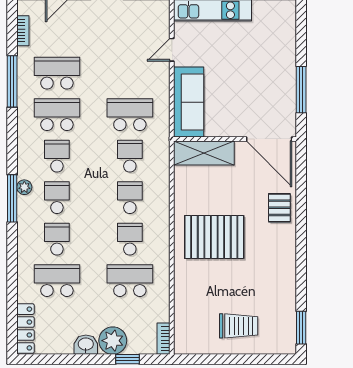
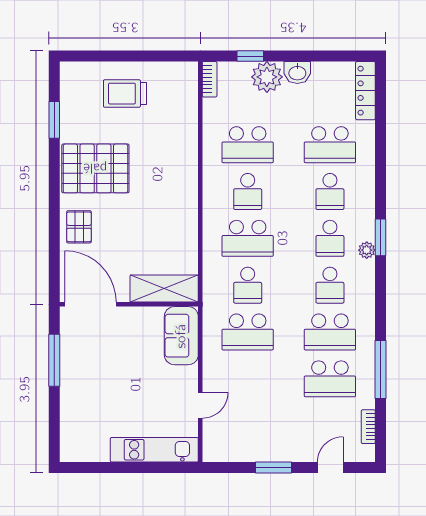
sofa: (189, 102) -> (181, 336), width x0.73
window: (12, 198) -> (380, 237), width x0.69
school desk: (130, 198) -> (248, 238), width x1.85
pallet: (214, 237) -> (95, 168), moved
window: (301, 328) -> (54, 120), moved

